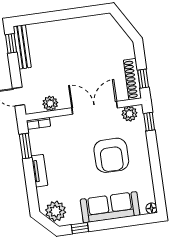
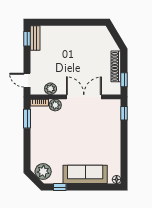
bench: (22, 47) -> (35, 38), width x0.73
shoe rack: (132, 79) -> (116, 66), moved
plant: (129, 114) -> (55, 105), moved
armchair: (111, 155) -> (92, 135), removed
tv unit: (39, 171) -> (35, 139), removed

